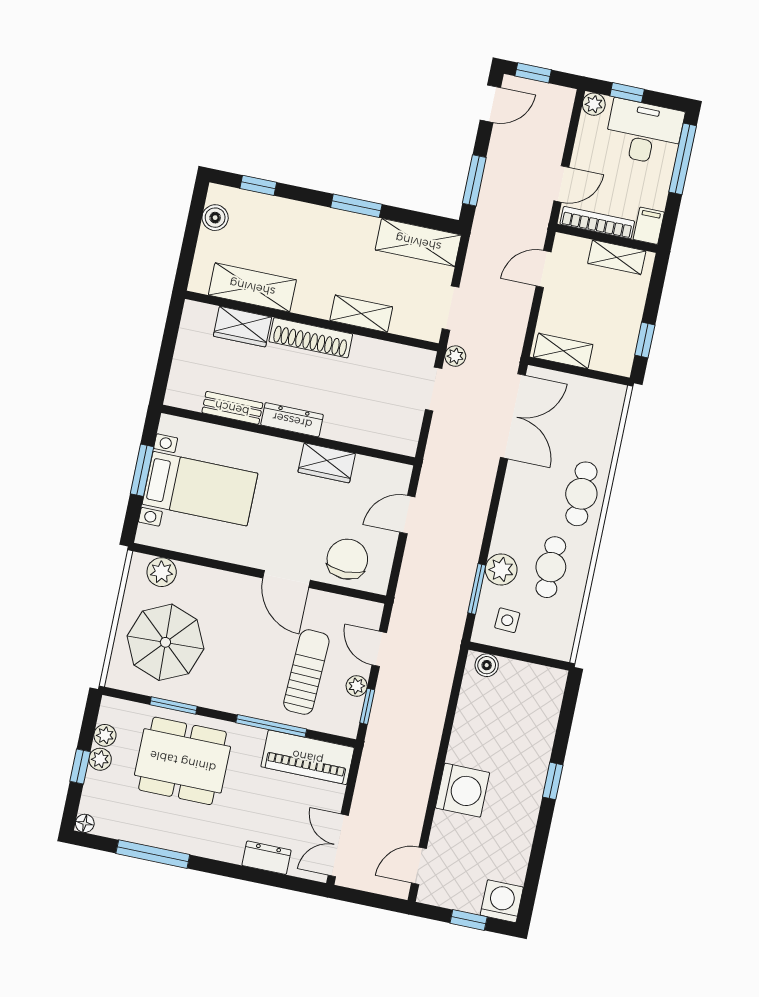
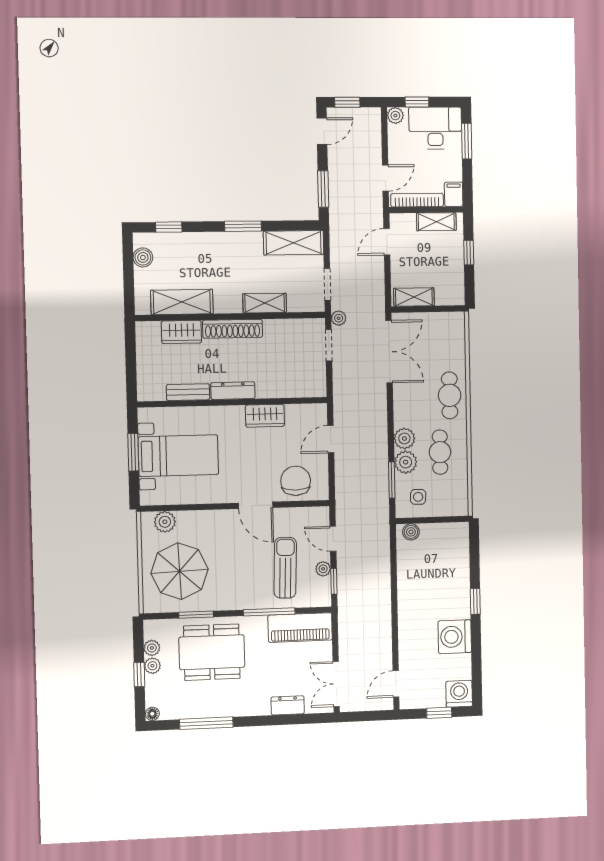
window: (683, 159) -> (467, 141), width x0.69
window: (645, 340) -> (469, 253), moved
plant: (507, 537) -> (404, 439), added
washing machine: (462, 790) -> (455, 637), moved, turned 180

